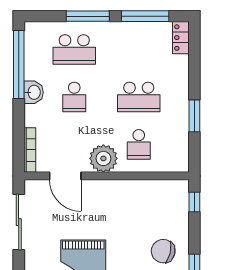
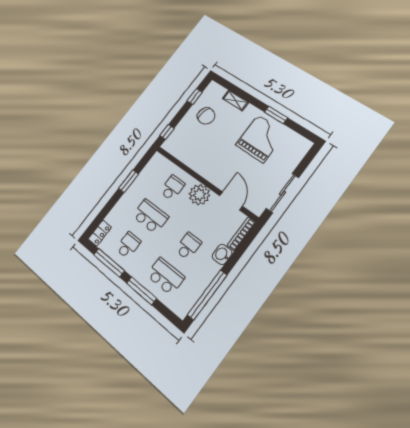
school desk: (139, 49) -> (128, 245), added
washbasin: (34, 92) -> (222, 254), moved

